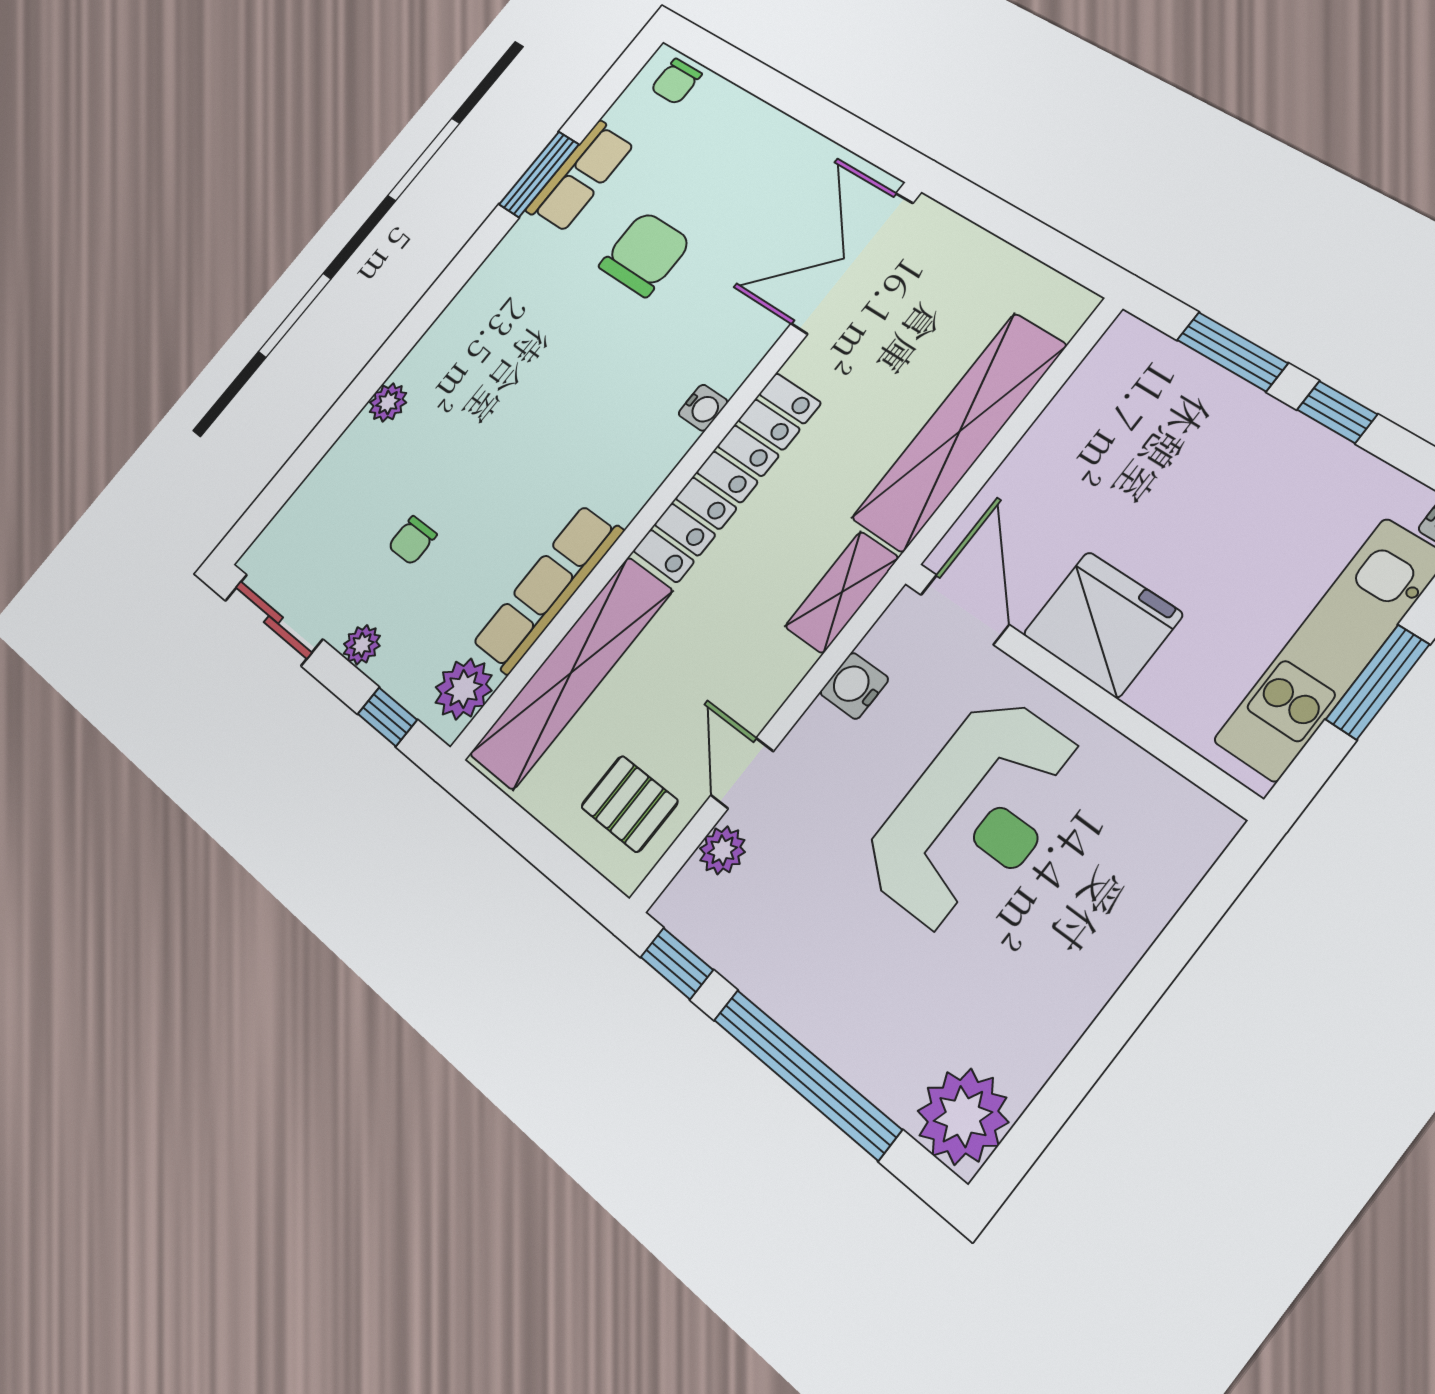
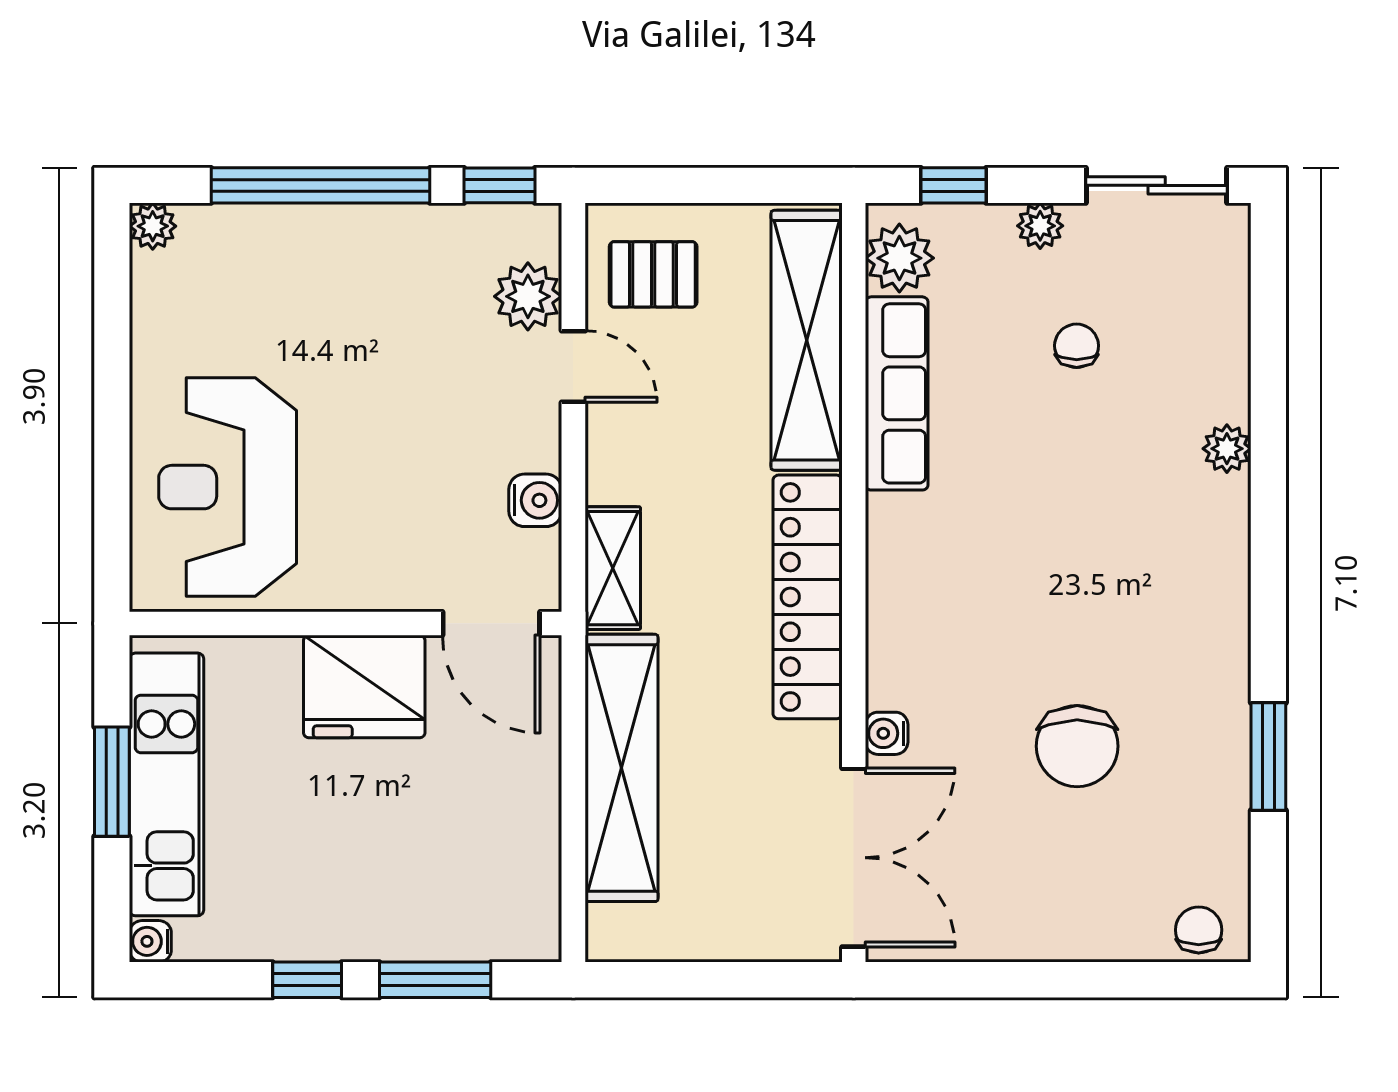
row of seats: (580, 177) -> (1219, 780), removed
water cooler: (703, 408) -> (887, 733), moved
reception desk: (974, 815) -> (228, 487), moved
plant: (722, 850) -> (528, 296), width x1.38, depth x1.38
plant: (963, 1117) -> (153, 226), width x0.53, depth x0.53

